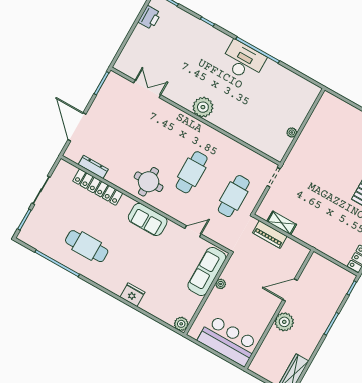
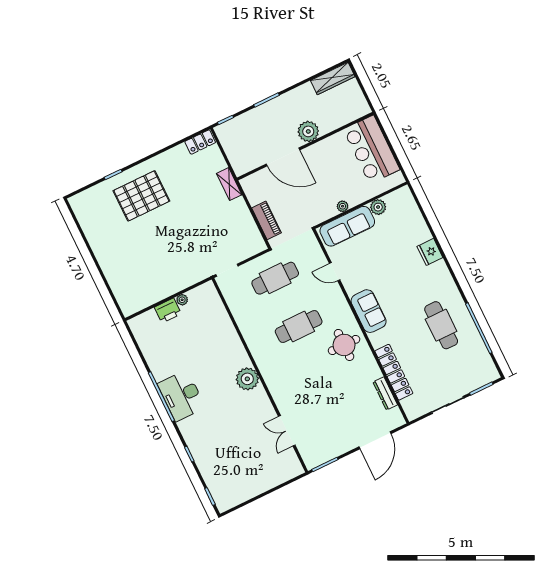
printer: (150, 17) -> (168, 311), moved, turned 180
shelving: (282, 223) -> (229, 184), moved
door: (290, 290) -> (283, 157), width x1.36
plant: (181, 324) -> (378, 207), moved

